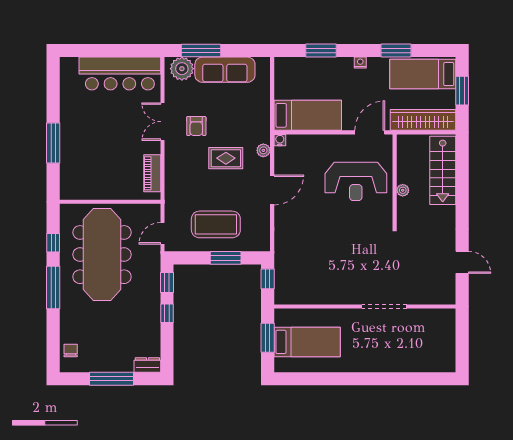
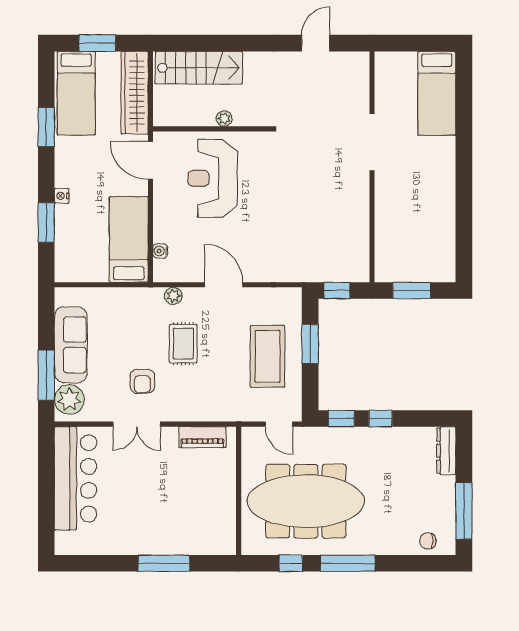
nightstand: (360, 63) -> (62, 196), moved
armchair: (196, 126) -> (142, 381), turned 90
water cooler: (280, 140) -> (160, 251), moved
reception desk: (356, 181) -> (213, 178), turned 180
bed: (307, 342) -> (437, 93), moved, turned 180
dresser: (147, 365) -> (446, 451), width x1.44
window: (111, 379) -> (464, 511), moved

